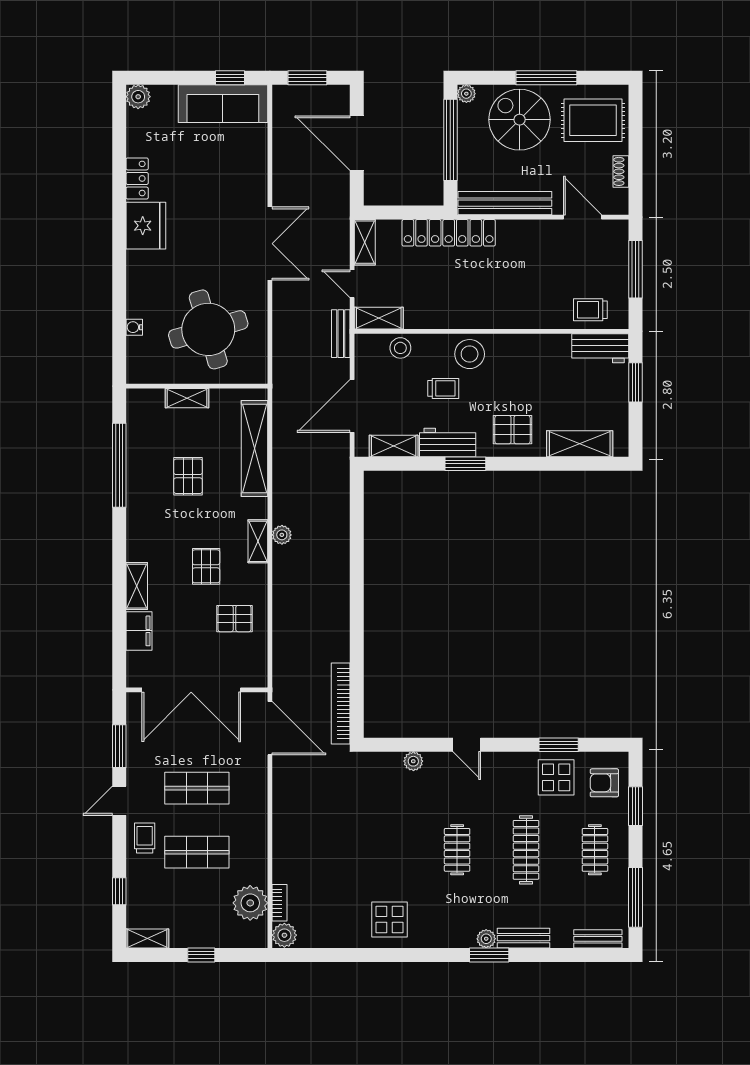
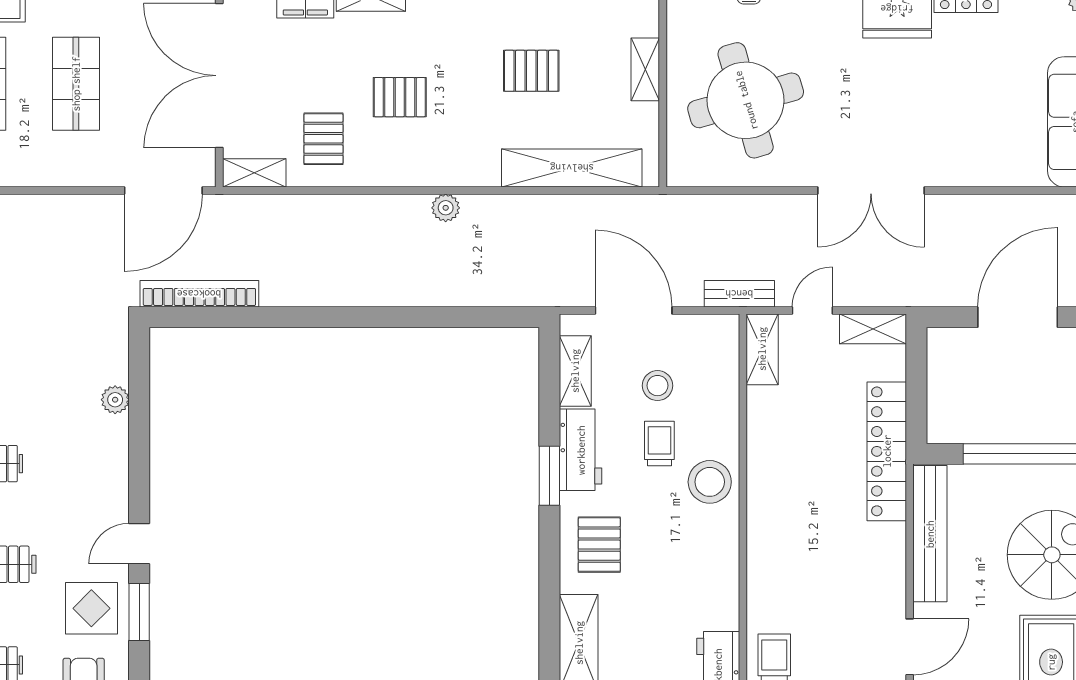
stool: (400, 348) -> (658, 386), moved
trolley: (443, 388) -> (659, 443), turned 180
shelving: (258, 541) -> (254, 173), moved
door: (467, 745) -> (139, 544), moved

